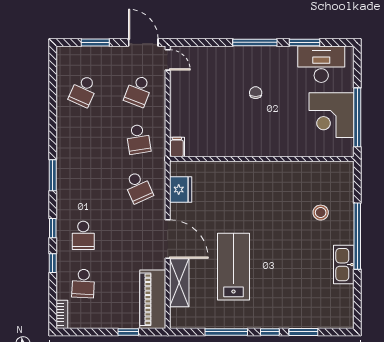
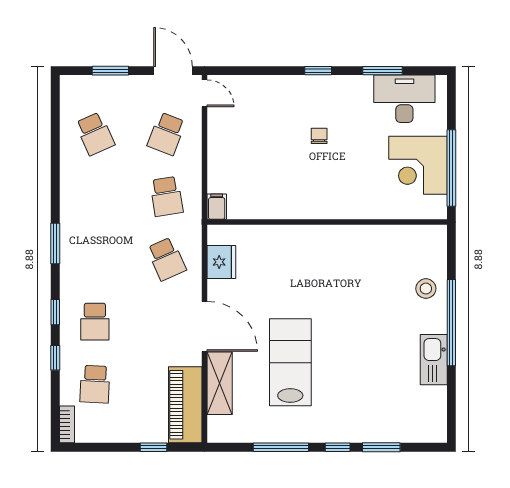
window: (255, 42) -> (318, 71), width x0.46
school desk: (83, 91) -> (95, 134), turned -48
stool: (321, 213) -> (426, 289), moved

